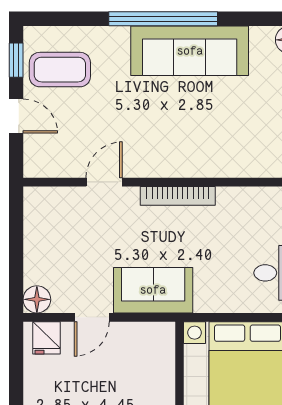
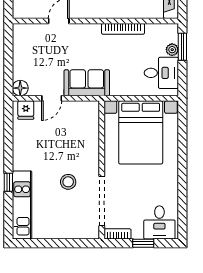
bookcase: (178, 196) -> (123, 29), moved

